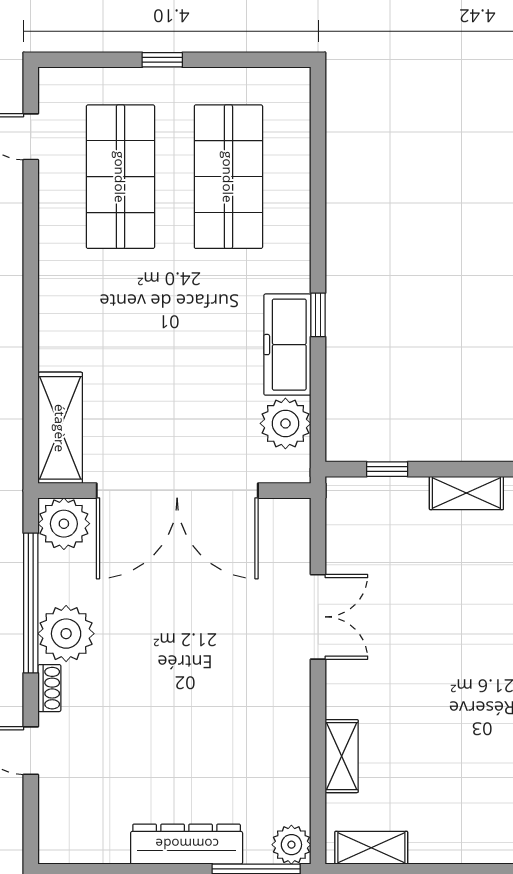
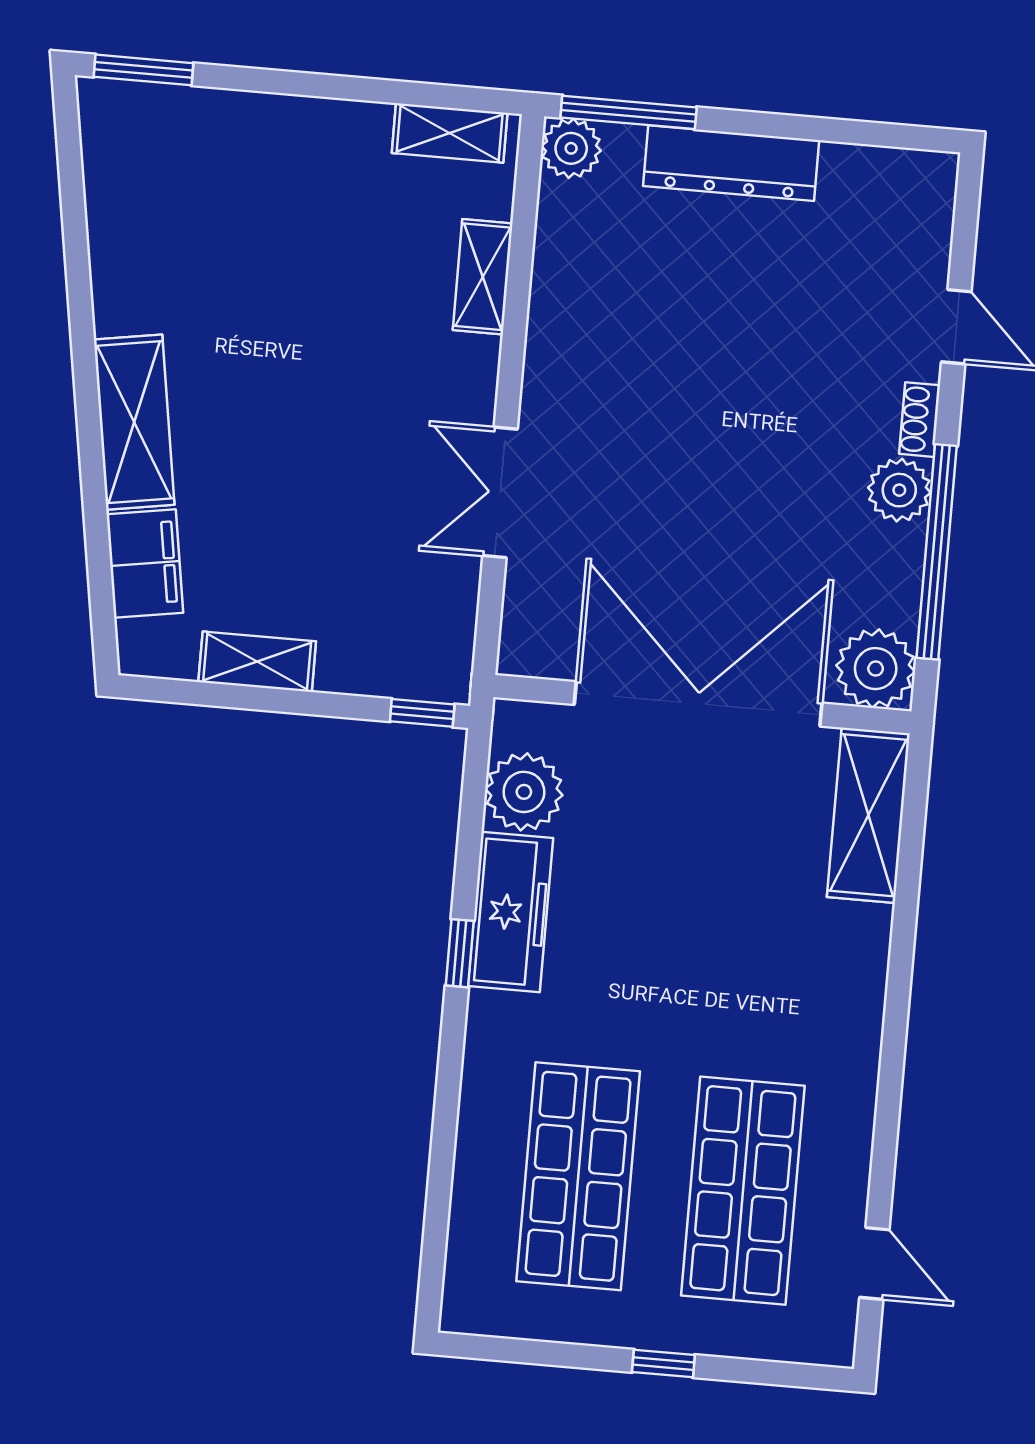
window: (387, 469) -> (422, 713), moved
plant: (66, 634) -> (899, 490), width x0.73, depth x0.73

